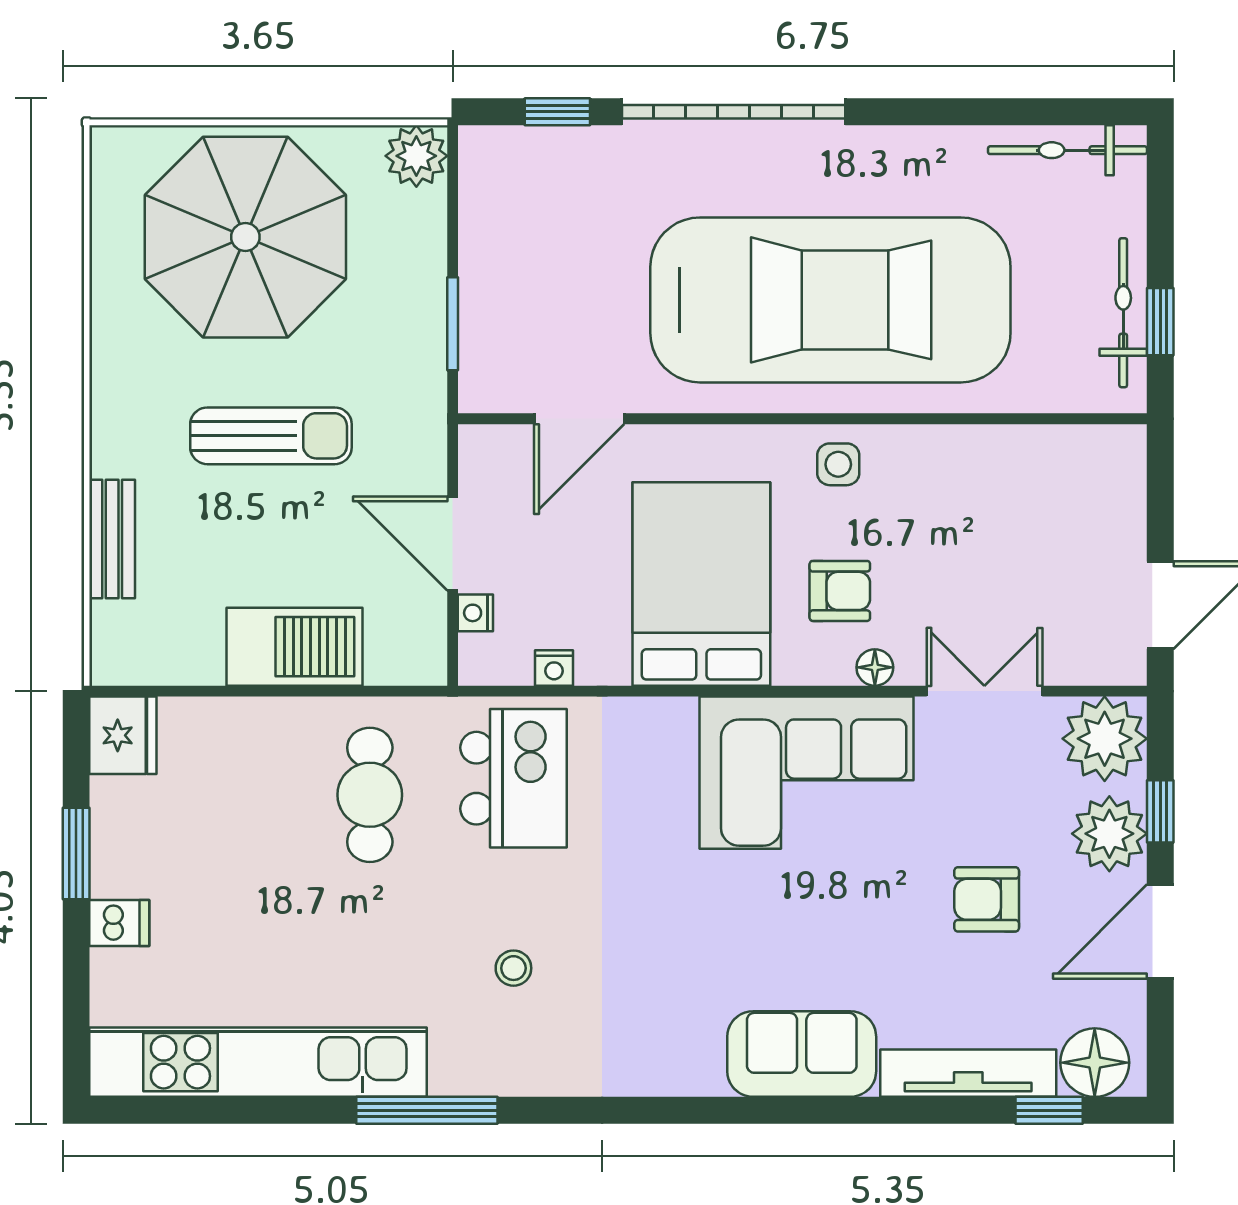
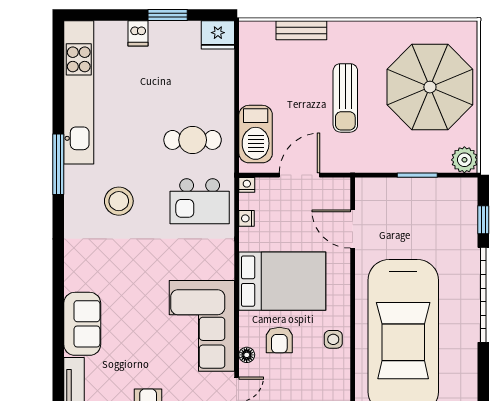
window: (453, 324) -> (417, 175), moved
nightstand: (475, 613) -> (247, 185), moved
barbecue: (295, 647) -> (256, 134), moved
stool: (513, 968) -> (119, 201), width x1.89, depth x1.89

